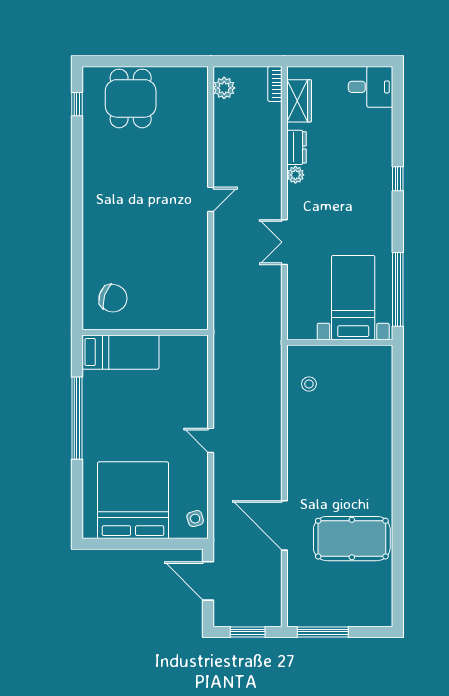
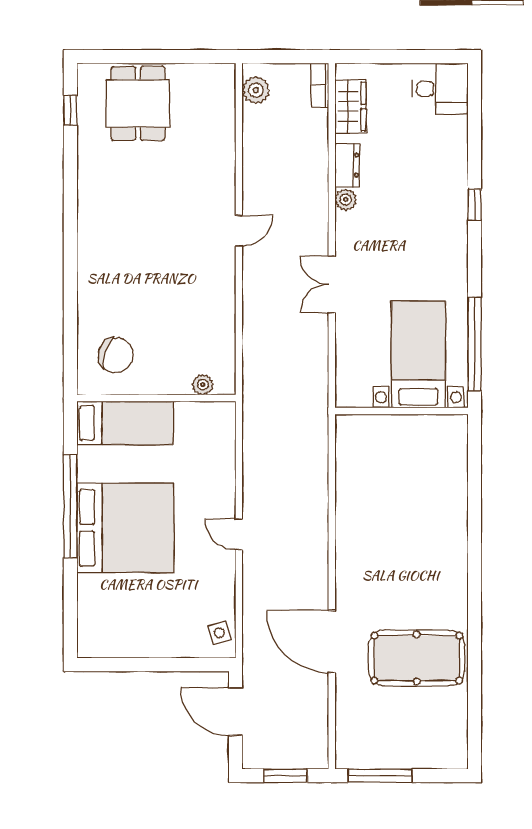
plant: (182, 322) -> (203, 385), added
stool: (309, 384) -> (363, 463), removed
bed: (133, 500) -> (125, 528), moved, turned 90

